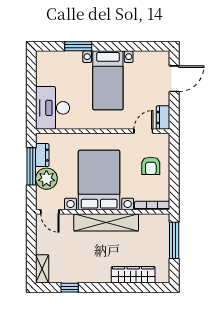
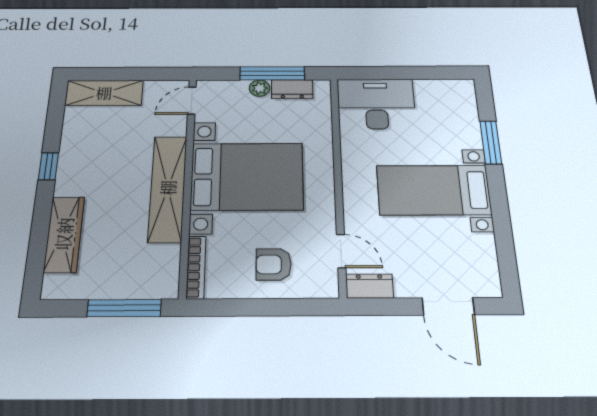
plant: (46, 179) -> (260, 88), width x0.53, depth x0.53
shelving: (42, 269) -> (104, 93), width x1.50, depth x1.33
window: (70, 288) -> (48, 166), moved

